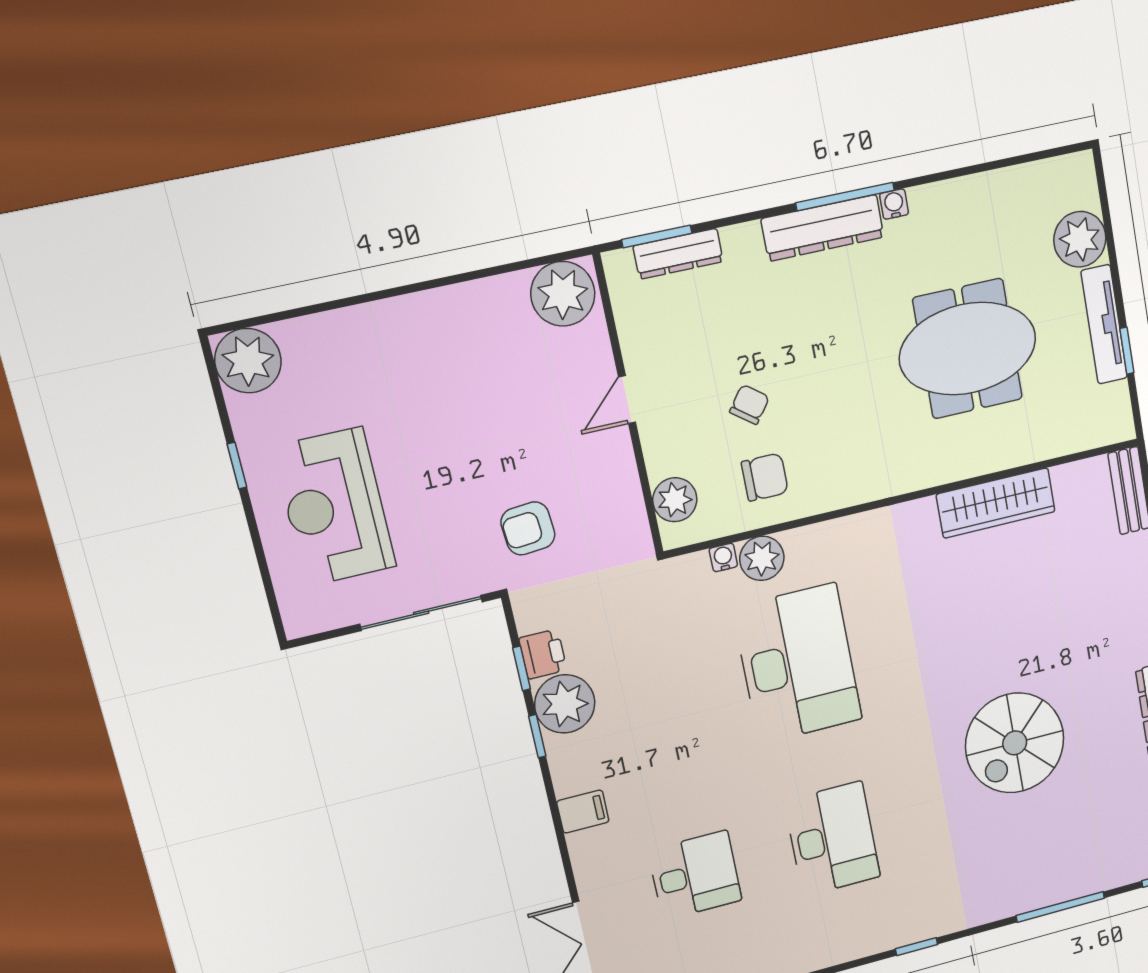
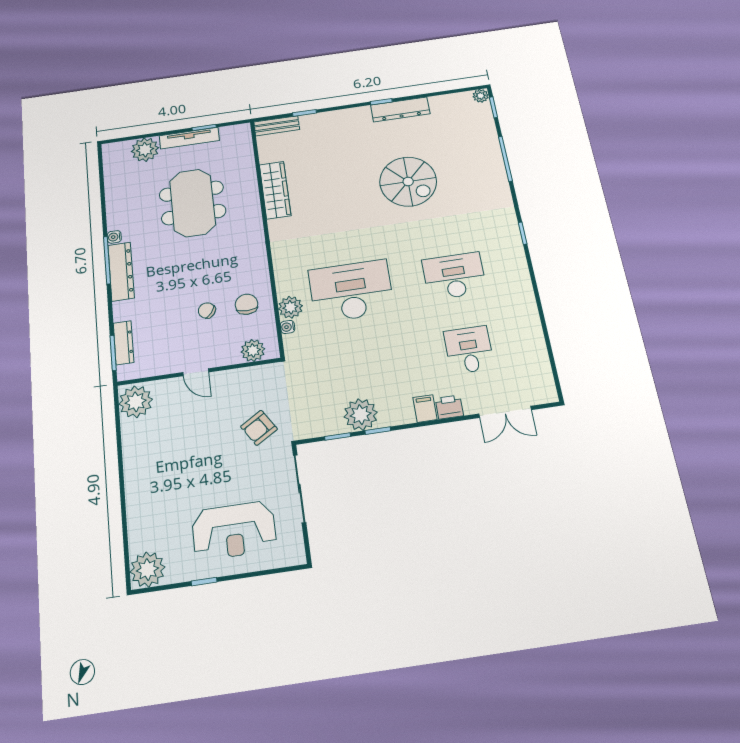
armchair: (528, 528) -> (259, 428), turned 63
printer: (543, 654) -> (449, 407), moved

